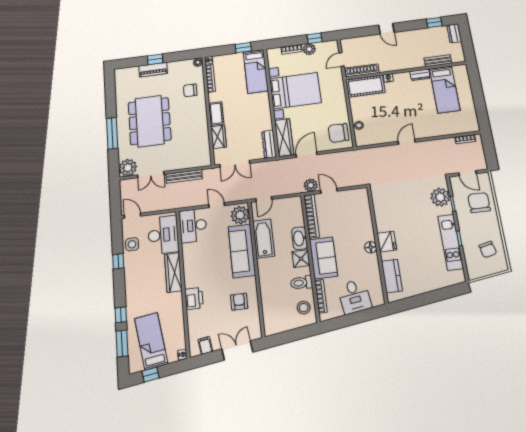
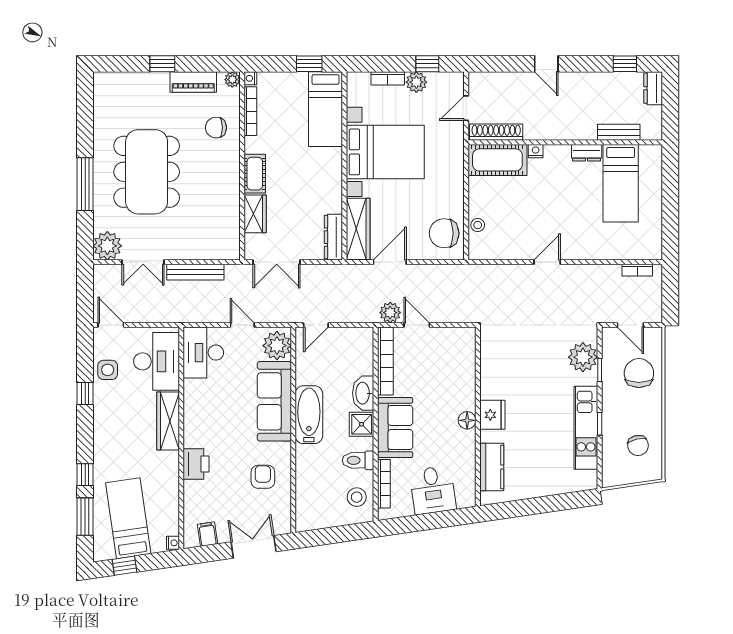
piano: (153, 70) -> (193, 82), moved
bathtub: (264, 239) -> (309, 415), moved

